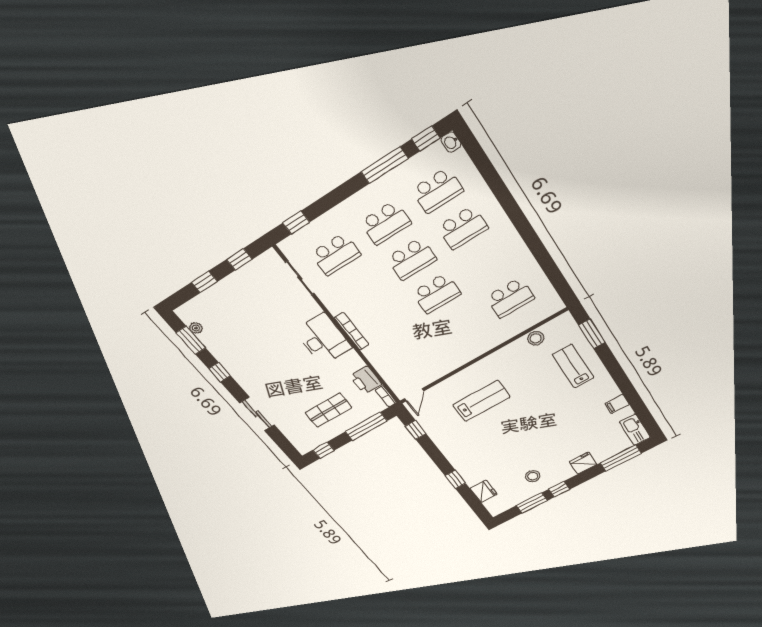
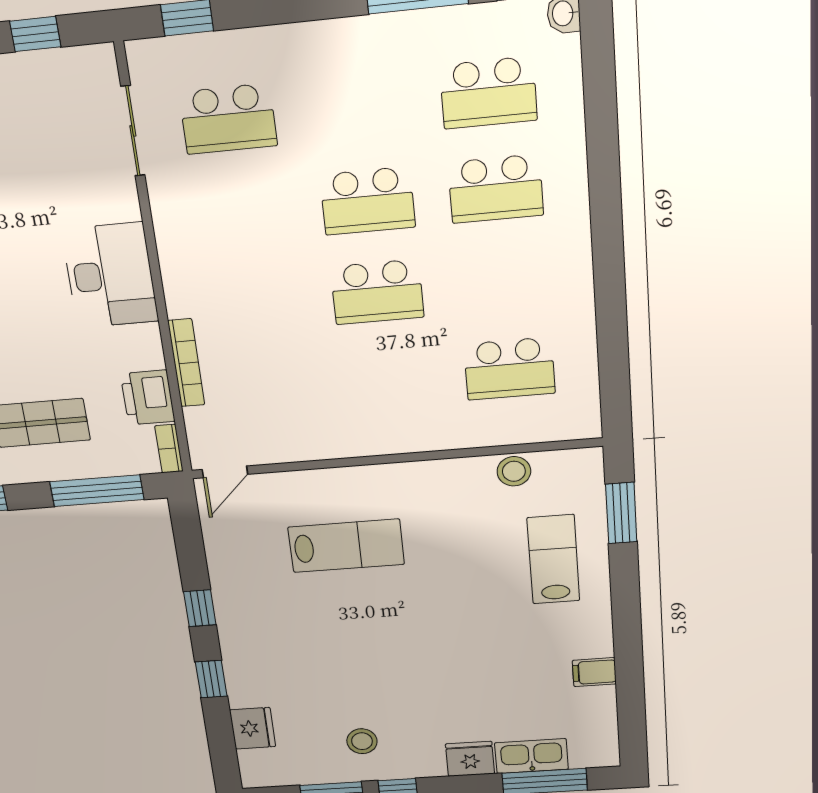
school desk: (386, 223) -> (357, 106), removed
bookcase: (352, 331) -> (186, 363), moved
window: (416, 430) -> (200, 608), moved
kitchen sink: (635, 430) -> (531, 756), moved, turned 90

